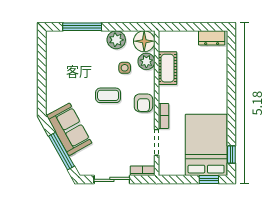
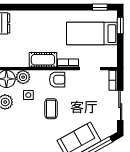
cot: (167, 68) -> (43, 60), moved
bed: (206, 145) -> (92, 34), width x0.67

